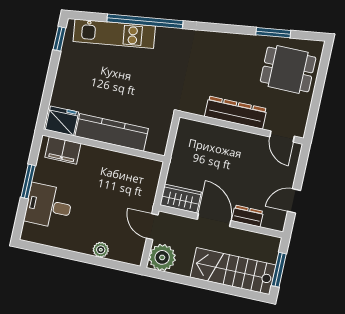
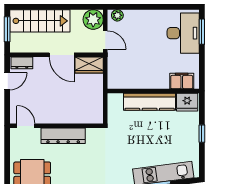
window: (59, 39) -> (202, 134), moved
window: (28, 181) -> (202, 32), moved
desk: (49, 206) -> (183, 33), width x1.37
dresser: (247, 216) -> (22, 63), moved
plant: (101, 250) -> (117, 15), moved

